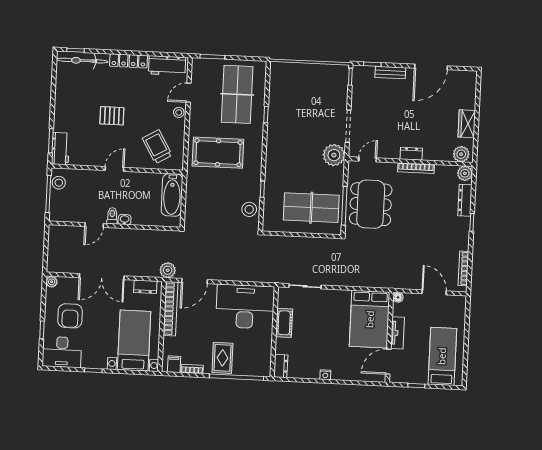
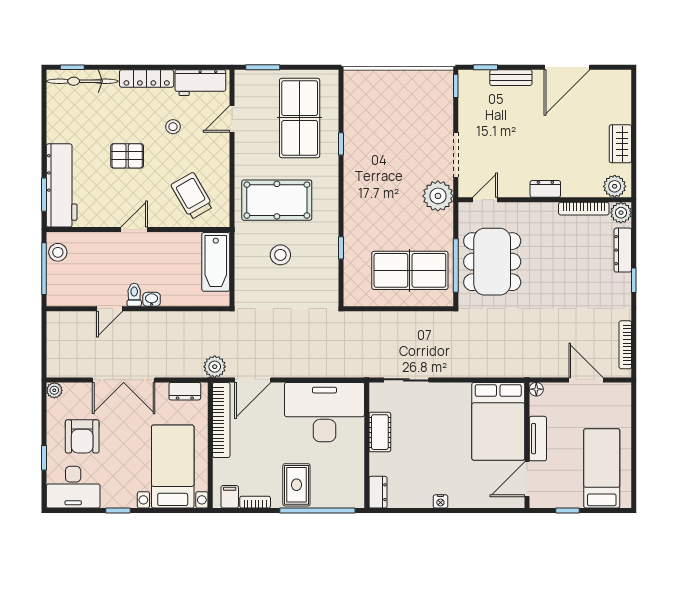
stool: (179, 112) -> (173, 127), moved
workbench: (60, 149) -> (62, 185), width x1.88, depth x1.32
bookcase: (416, 168) -> (584, 209), moved
stool: (249, 209) -> (280, 255), moved

